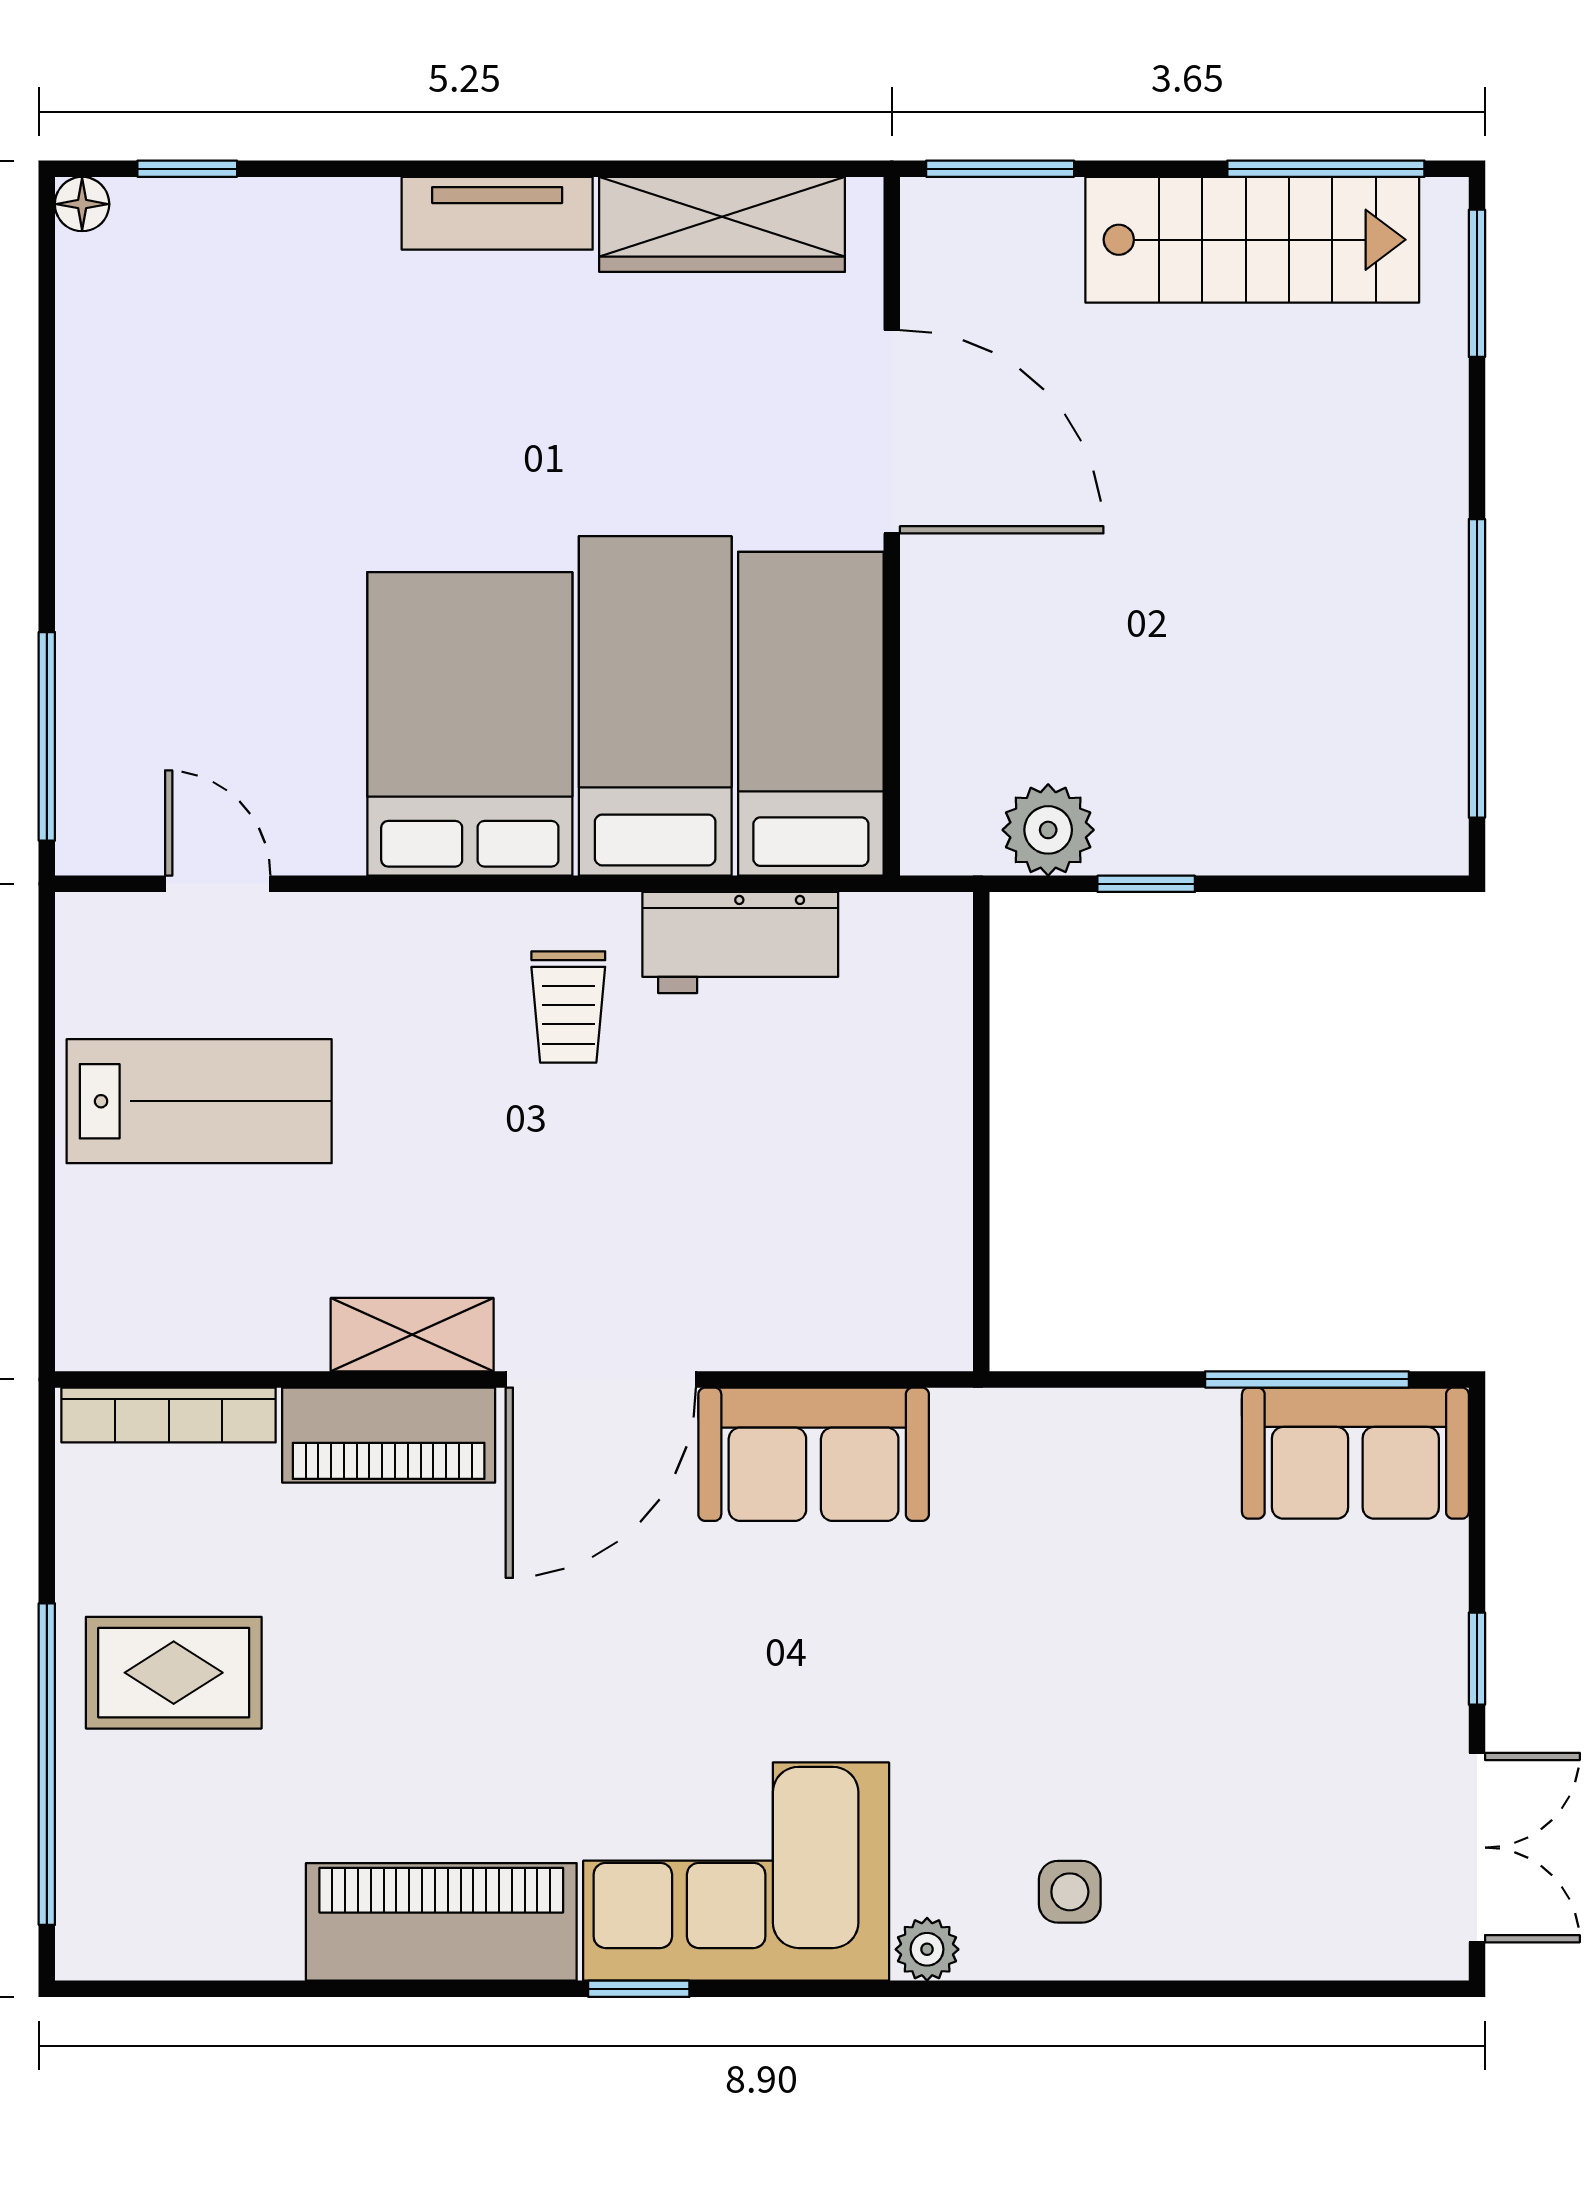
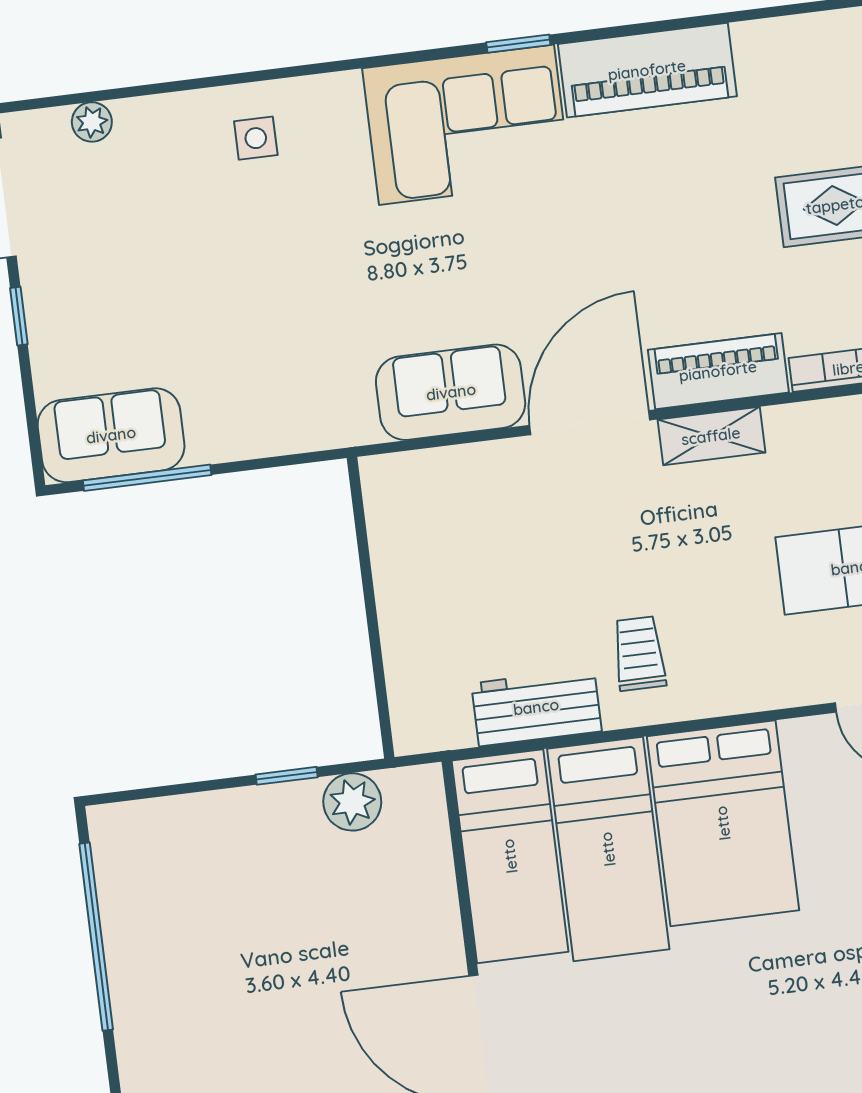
plant: (927, 1949) -> (92, 122), moved

